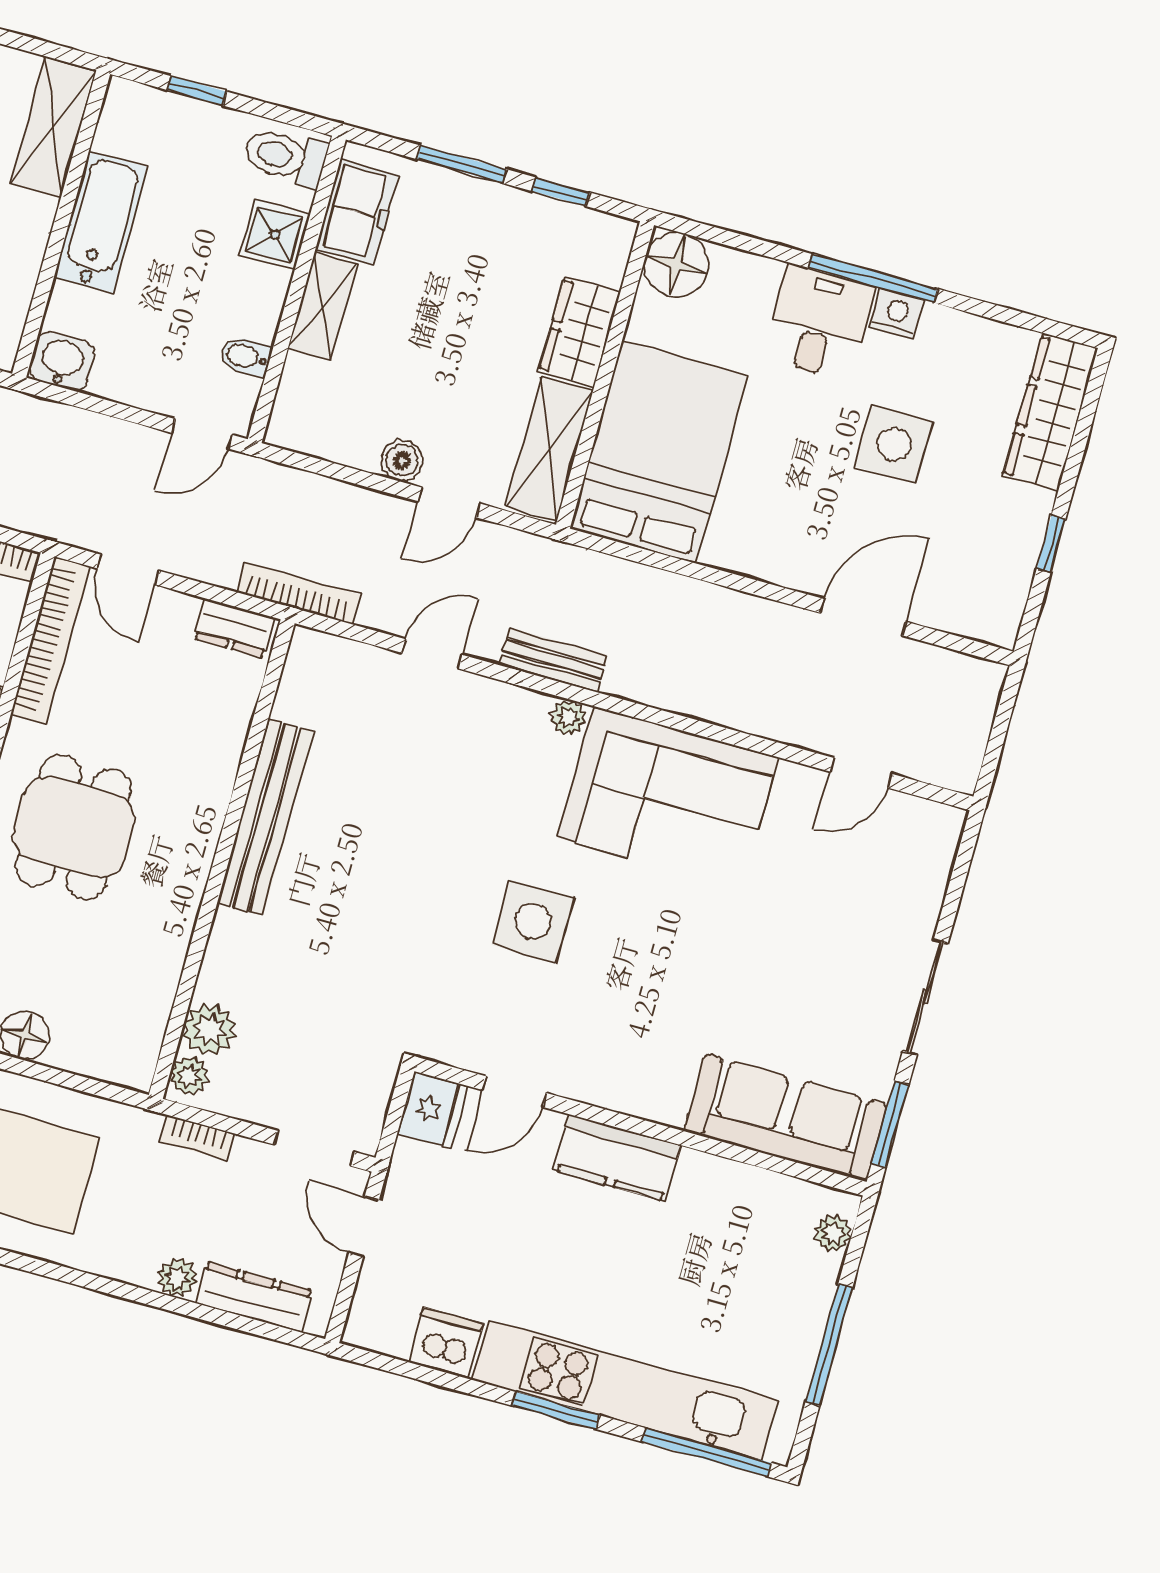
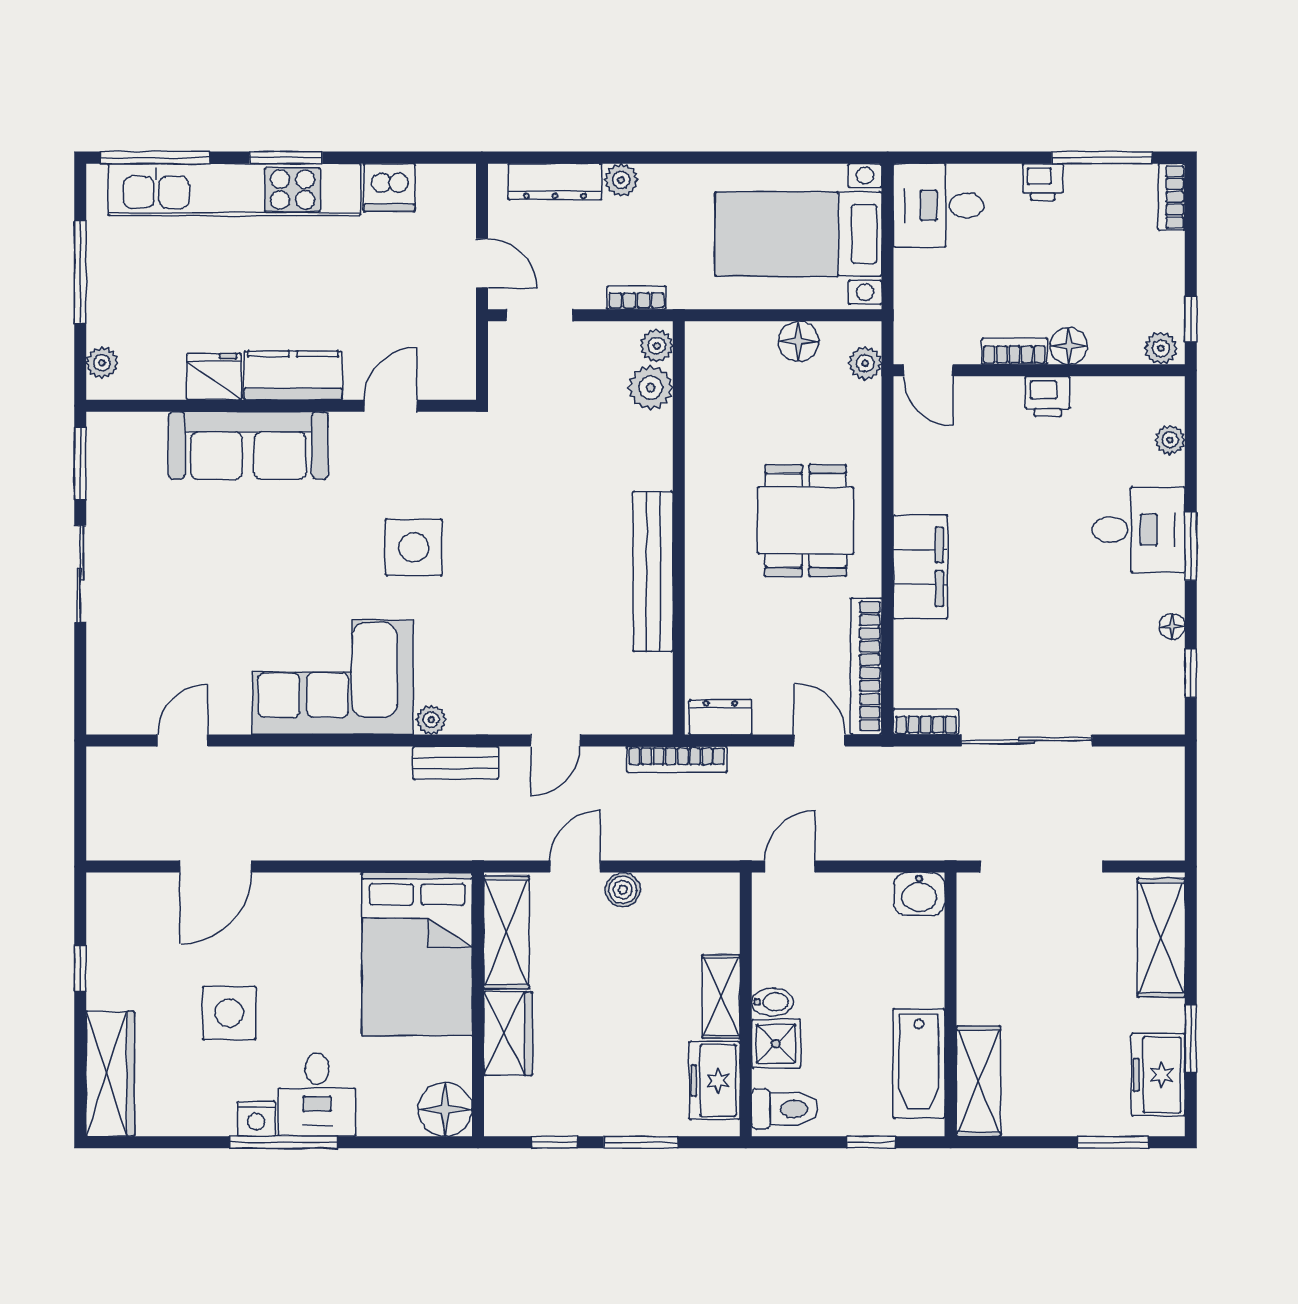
bathtub: (101, 222) -> (919, 1064), moved
bidet: (245, 356) -> (772, 1002), moved
fridge: (433, 1110) -> (214, 377), moved, turned 90
sofa: (786, 1118) -> (248, 445), moved

